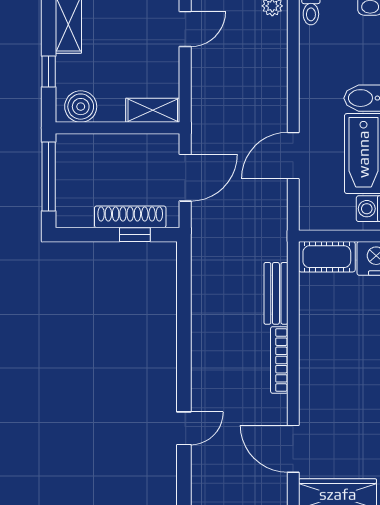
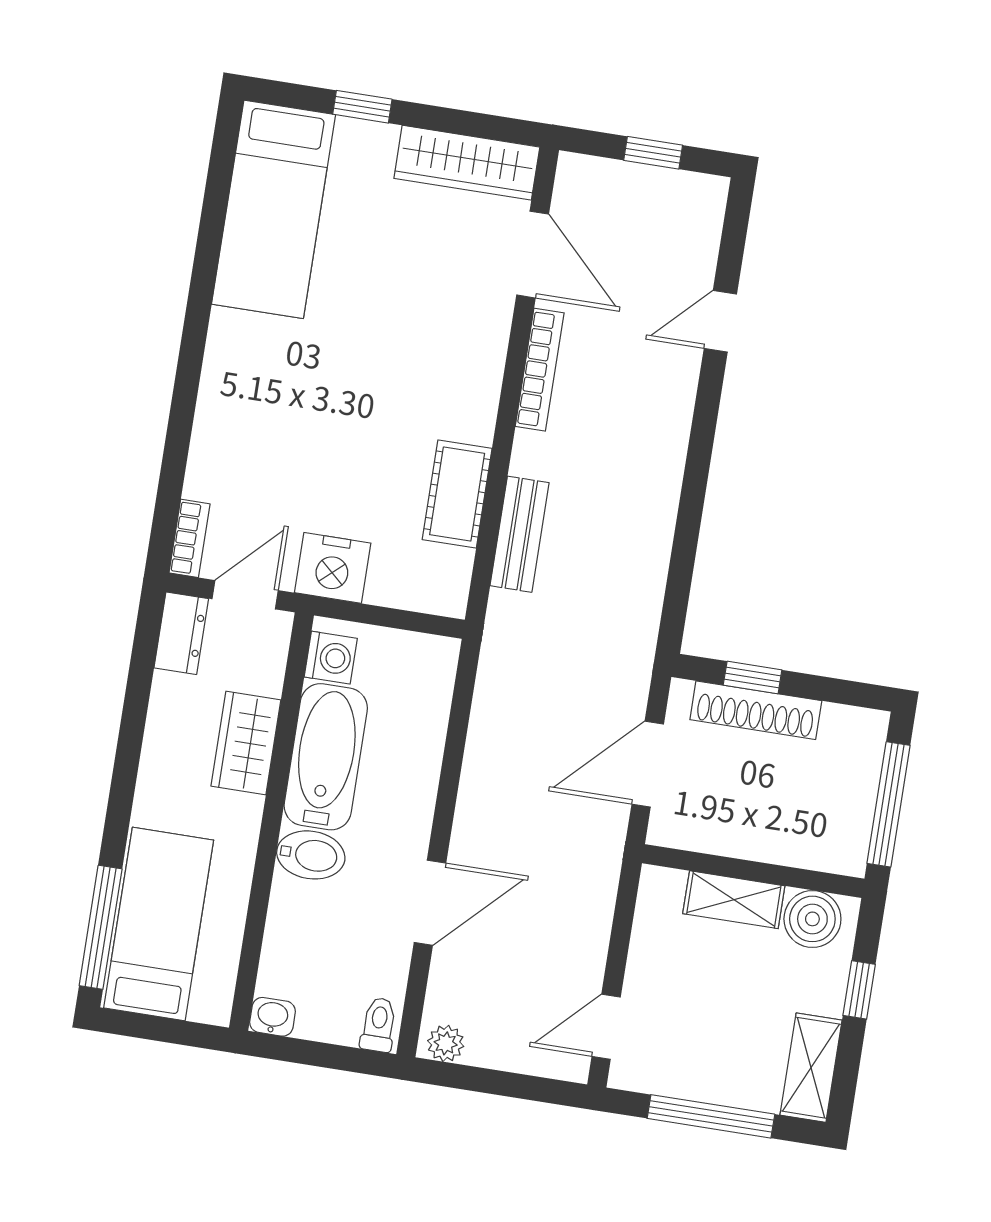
shelving: (153, 110) -> (734, 900), moved
door: (293, 156) -> (430, 903), moved
cot: (327, 257) -> (457, 494), moved, turned 90
bookcase: (279, 360) -> (540, 370), moved

